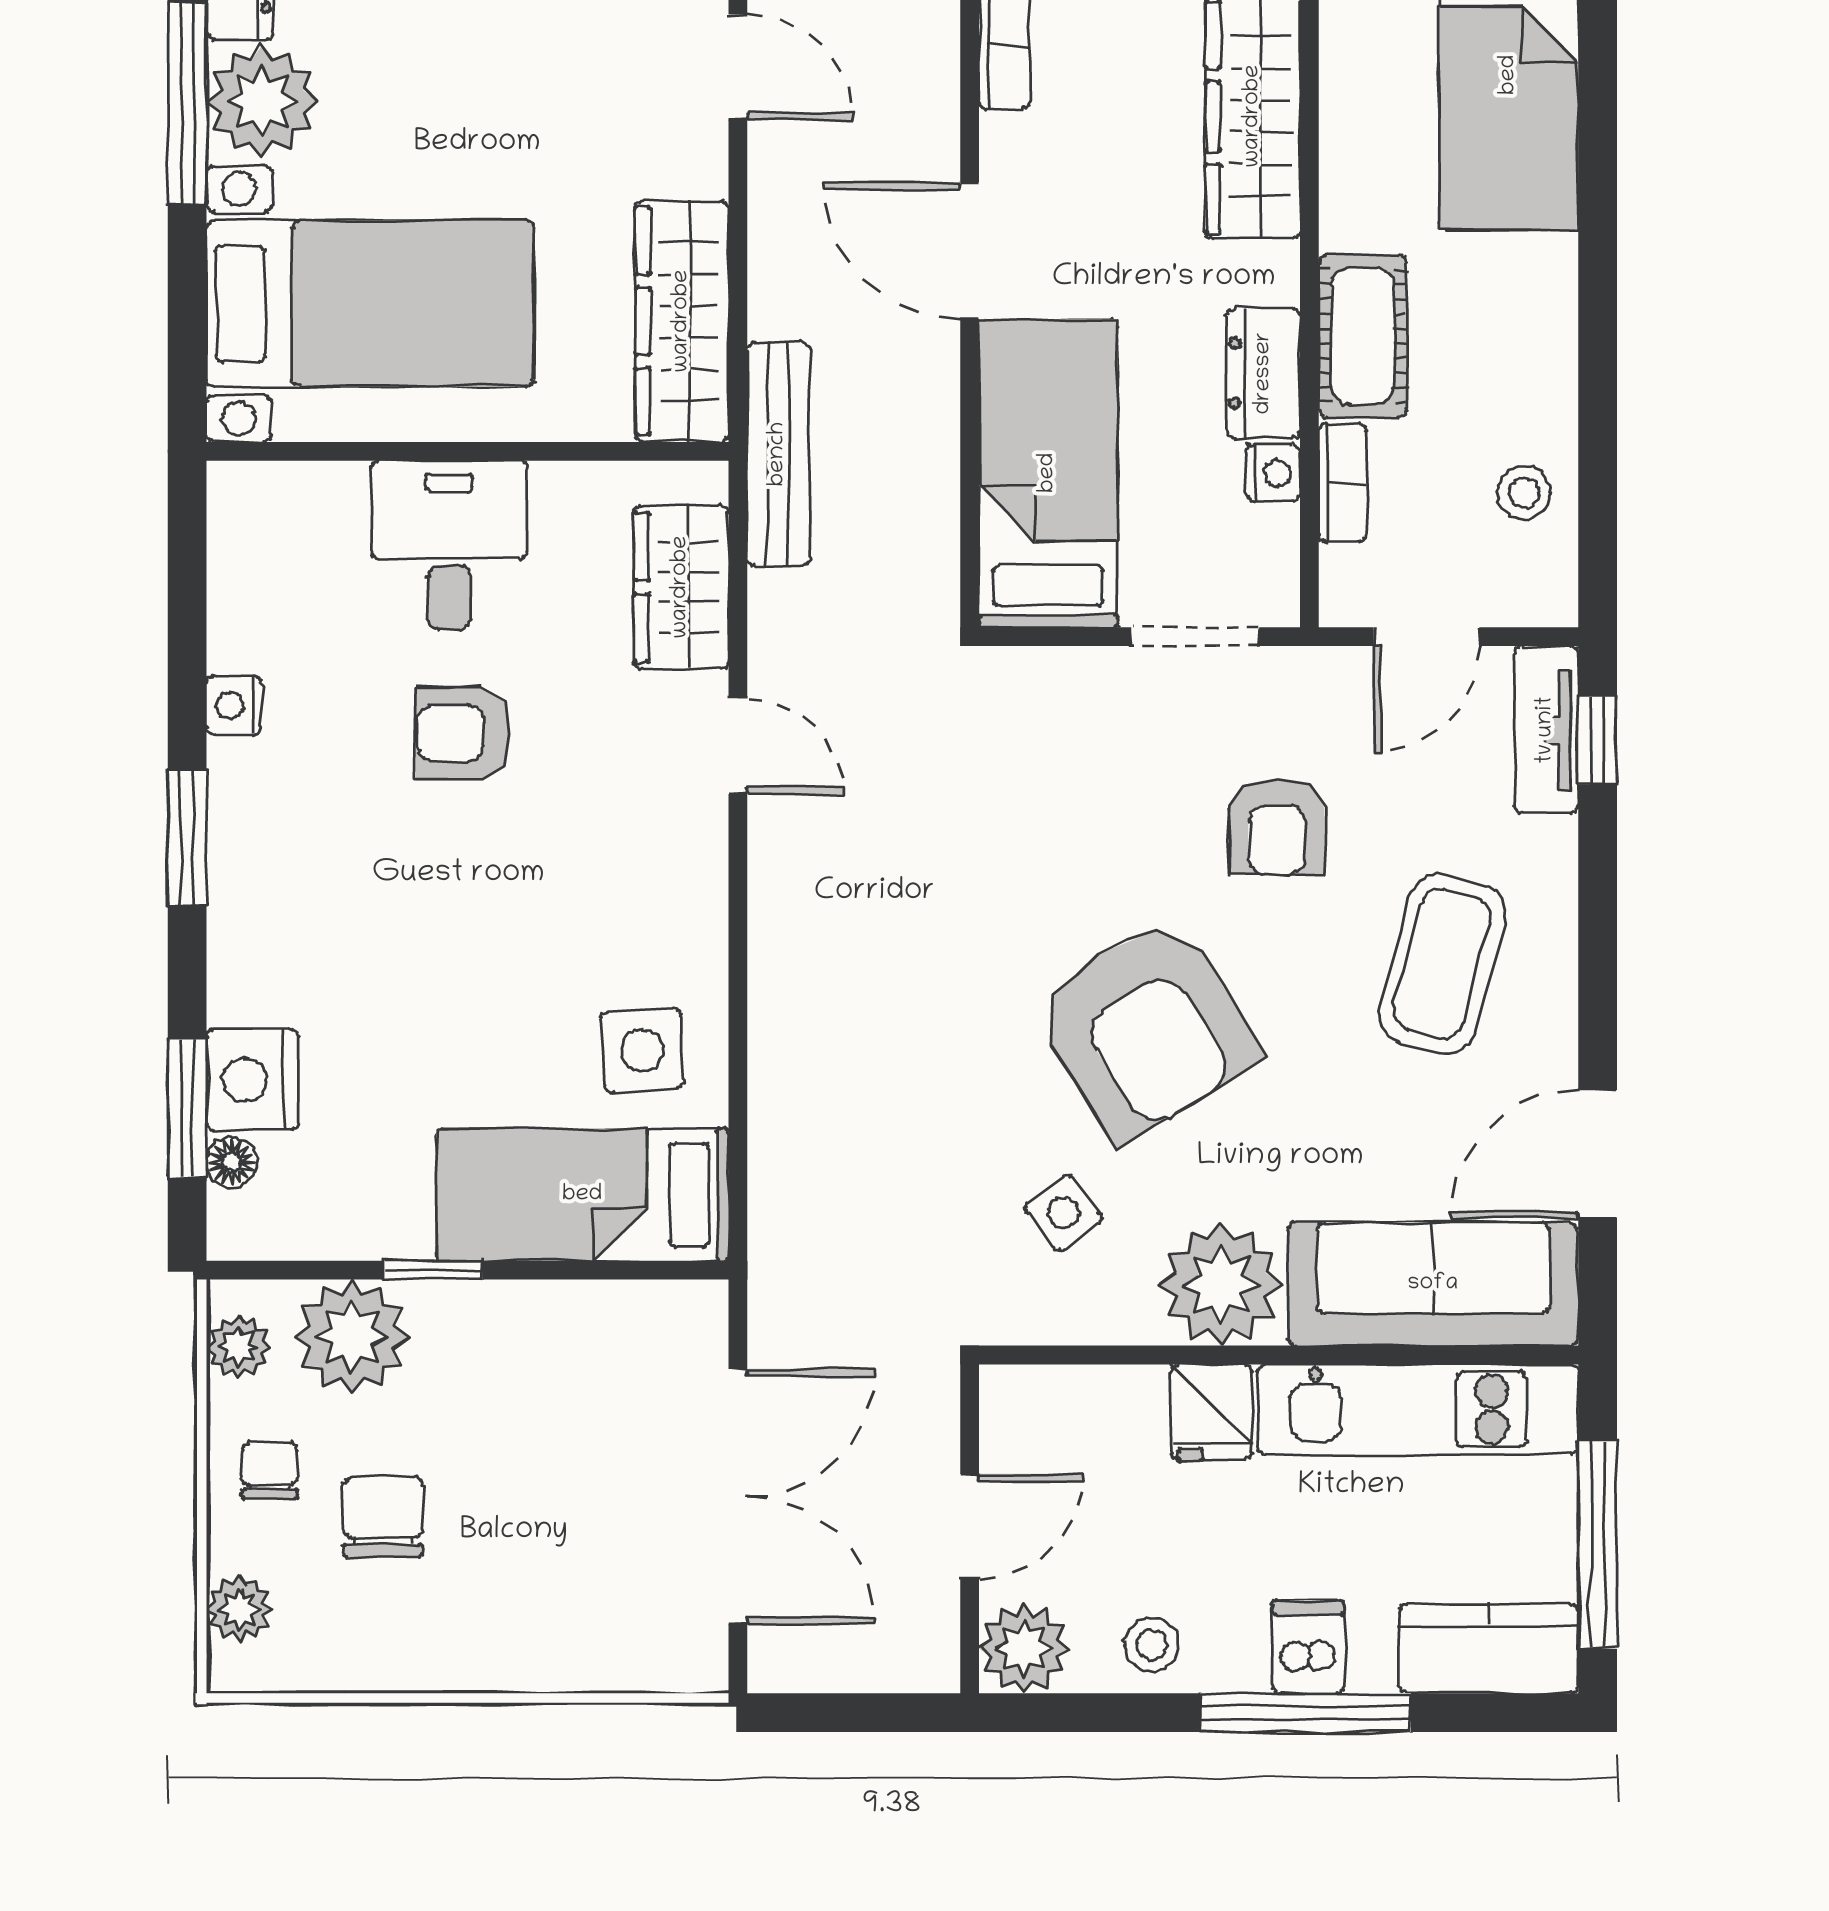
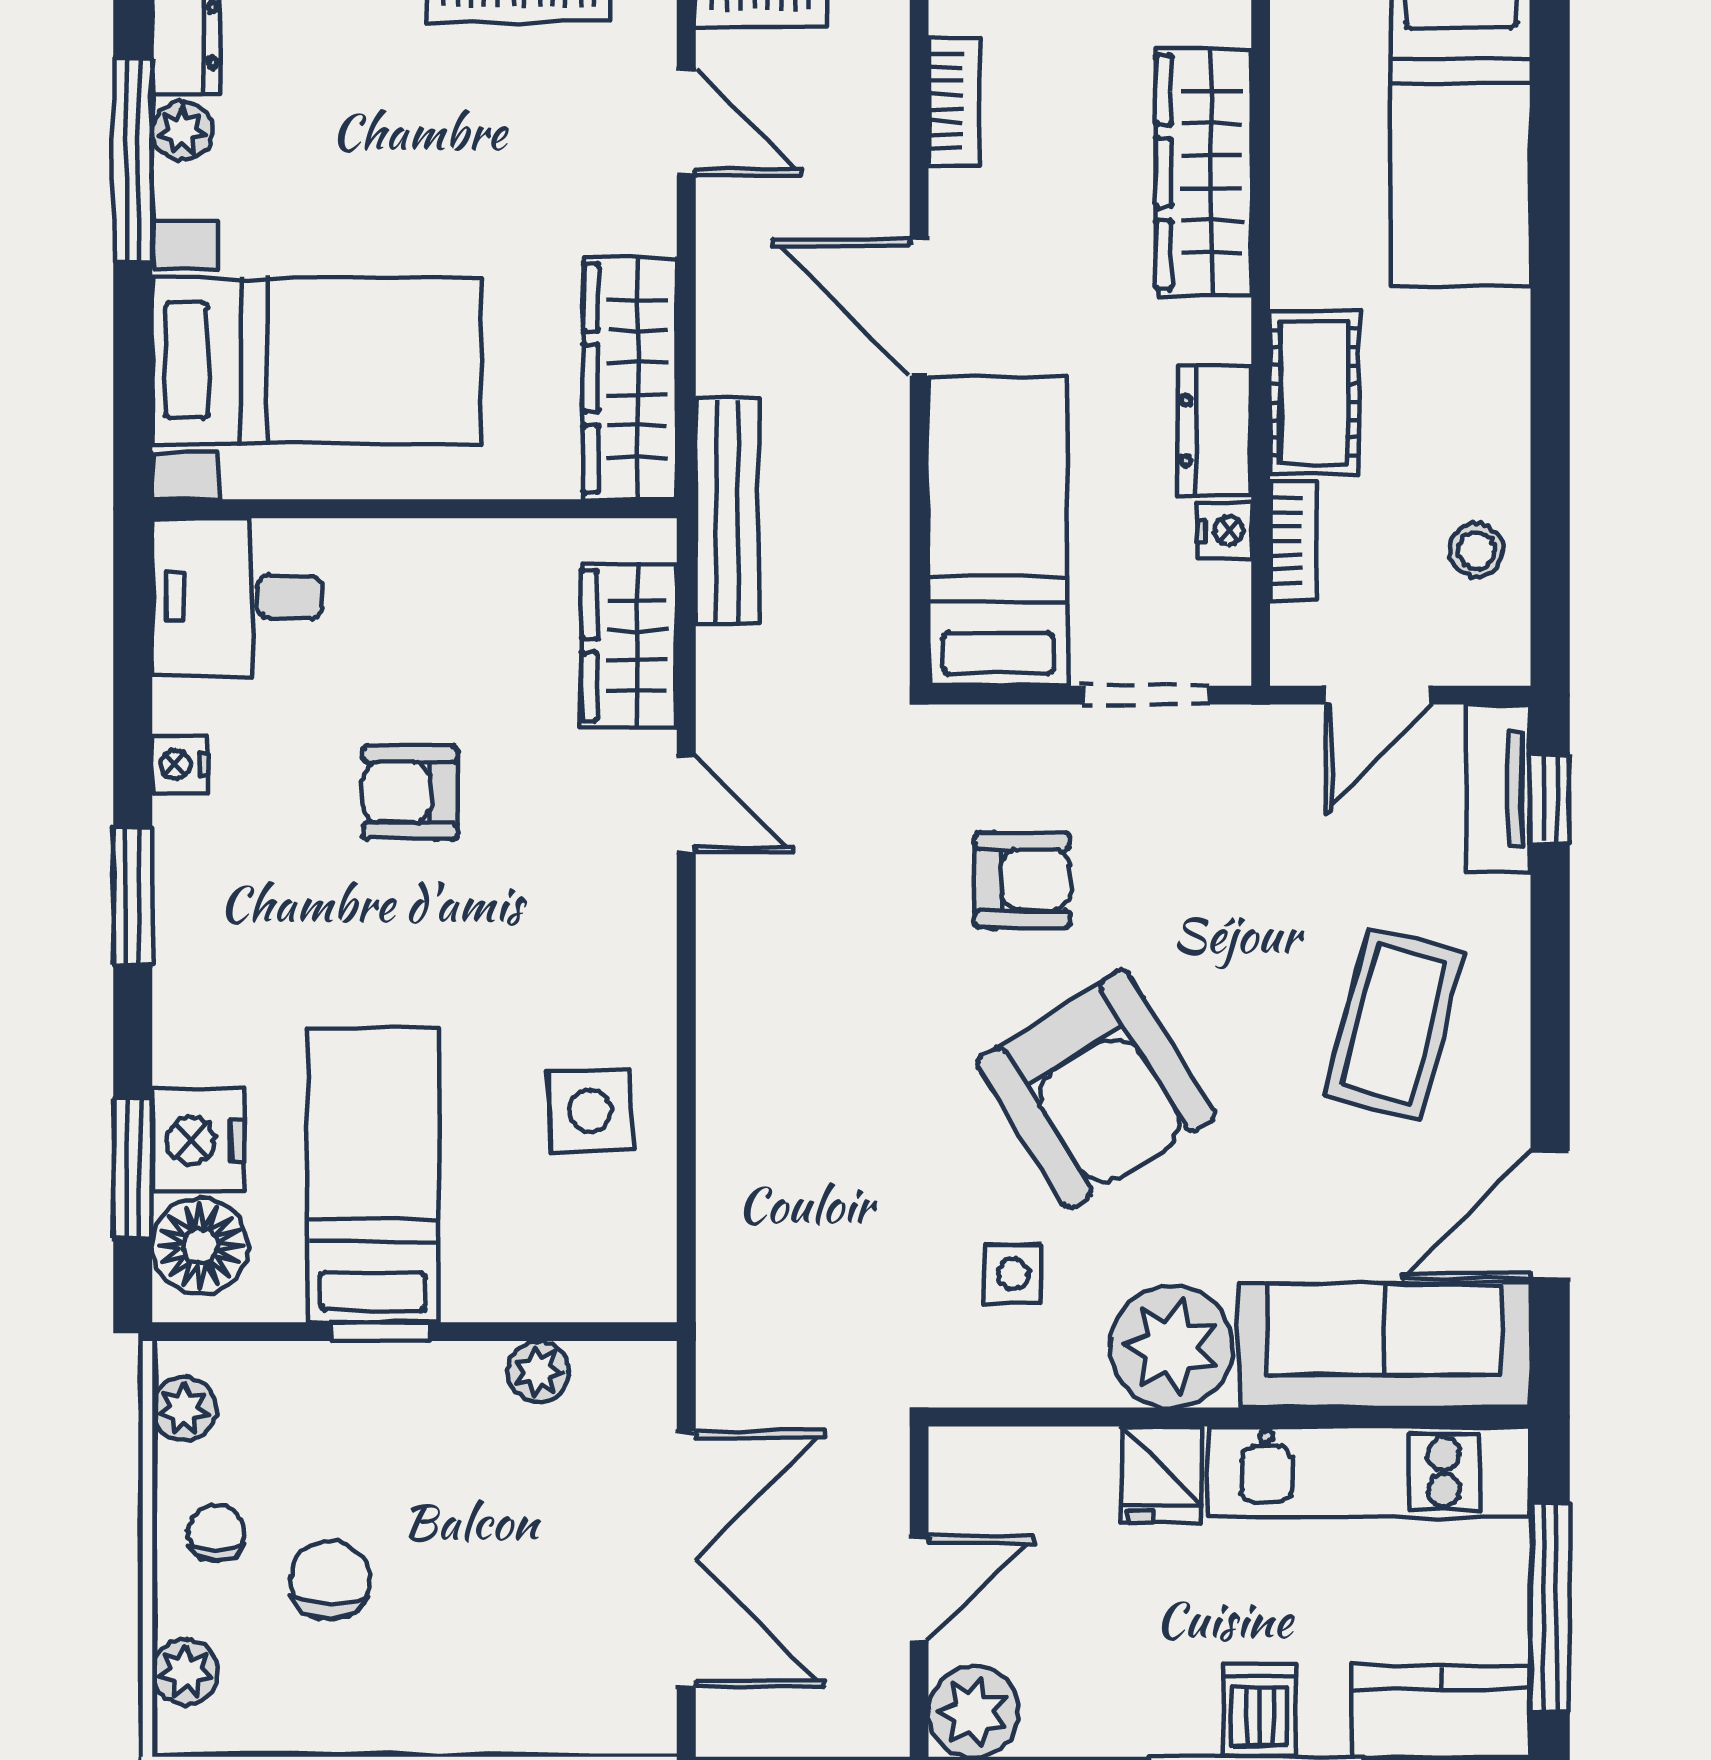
plant: (262, 101) -> (182, 131), width x0.53, depth x0.53
desk: (449, 545) -> (237, 597), moved, turned -90
armchair: (1277, 827) -> (1022, 880), moved, turned -90
floor lamp: (232, 1162) -> (200, 1246), width x1.89, depth x1.89
bed: (582, 1195) -> (373, 1175), moved, turned 90
side table: (1063, 1213) -> (1013, 1274), turned 38
plant: (352, 1336) -> (538, 1371), moved, width x0.53, depth x0.53
stool: (1152, 1645) -> (1102, 1708), removed

